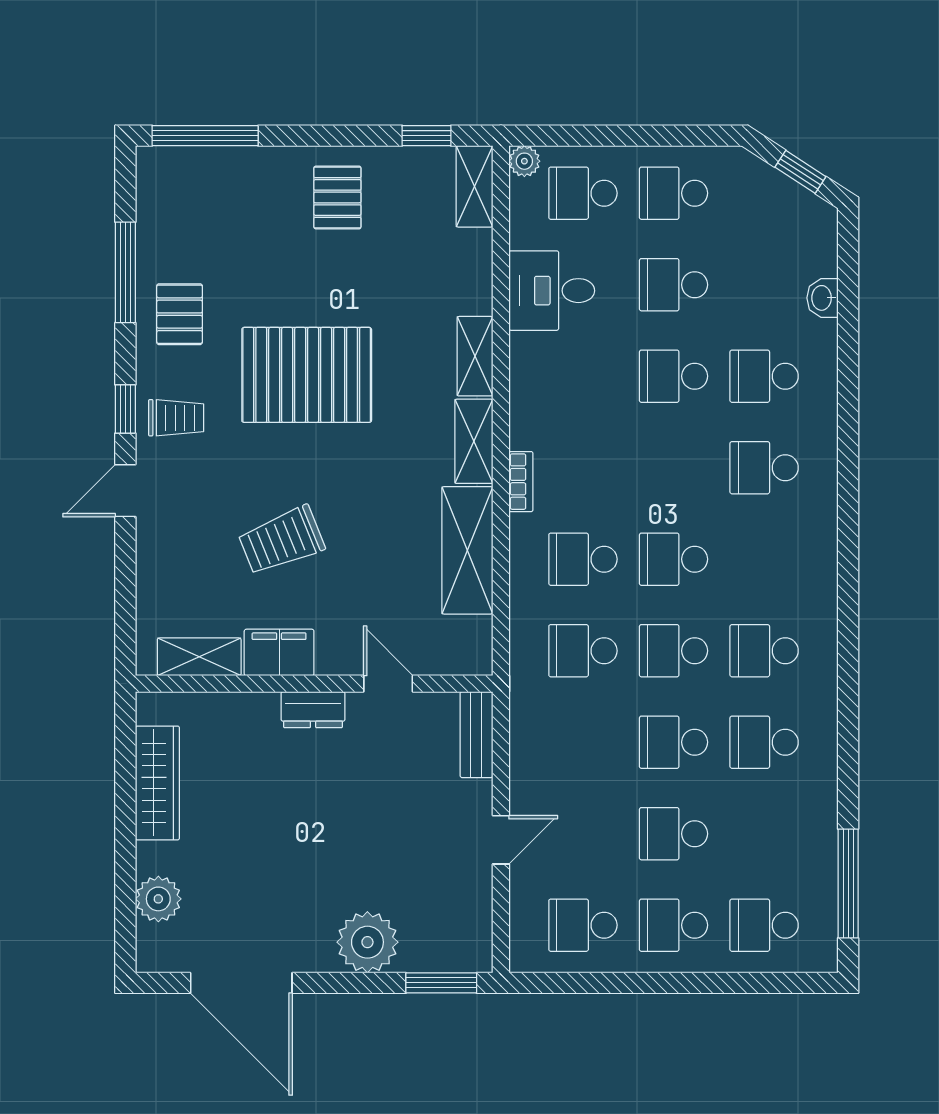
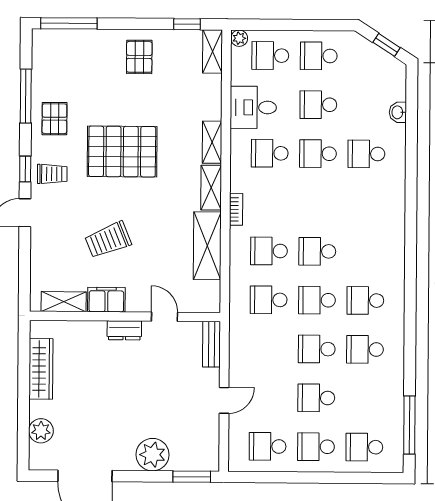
school desk: (764, 468) -> (270, 153), moved

